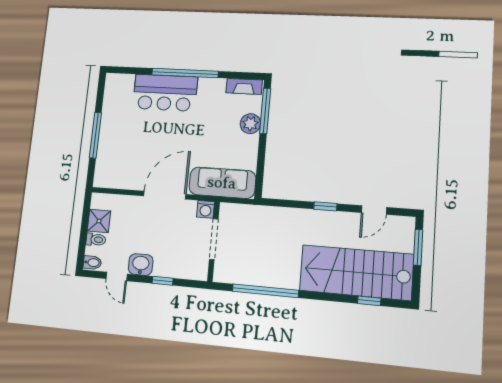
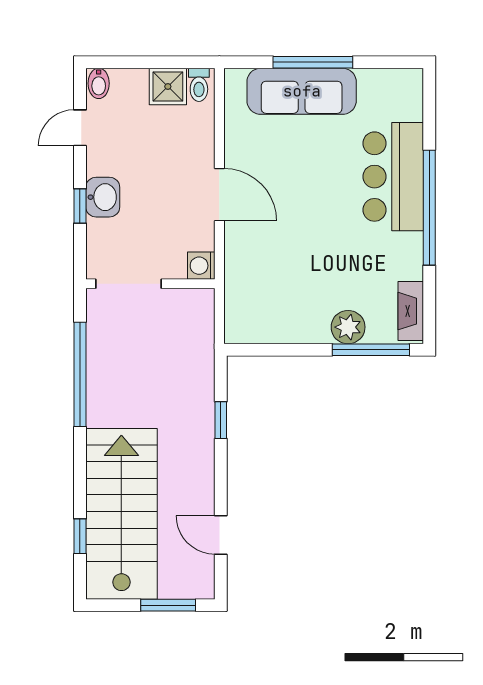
sofa: (222, 183) -> (302, 91), moved, turned 90
door: (165, 195) -> (219, 195), width x0.73
window: (325, 206) -> (221, 420), moved
doorway: (214, 239) -> (129, 284), moved
toilet: (96, 240) -> (199, 85), moved
washbasin: (141, 265) -> (103, 197), moved

